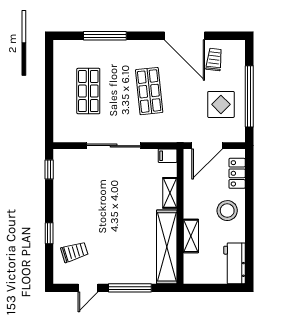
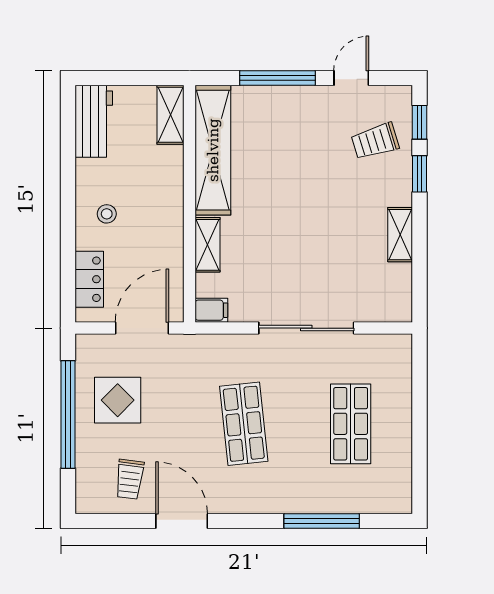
door: (185, 36) -> (182, 521), width x0.73
window: (49, 169) -> (420, 122), moved
shelving: (60, 199) -> (400, 235), added
stool: (227, 211) -> (107, 214), width x0.53, depth x0.53
shelving: (191, 236) -> (170, 115), moved

